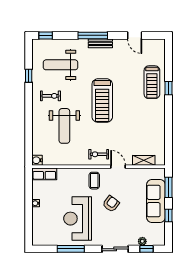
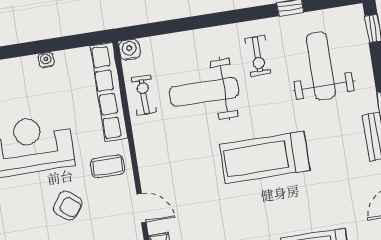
exercise bike: (99, 154) -> (144, 95), moved
door: (118, 167) -> (142, 208), hinge flipped
row of seats: (44, 174) -> (109, 92), width x2.02

